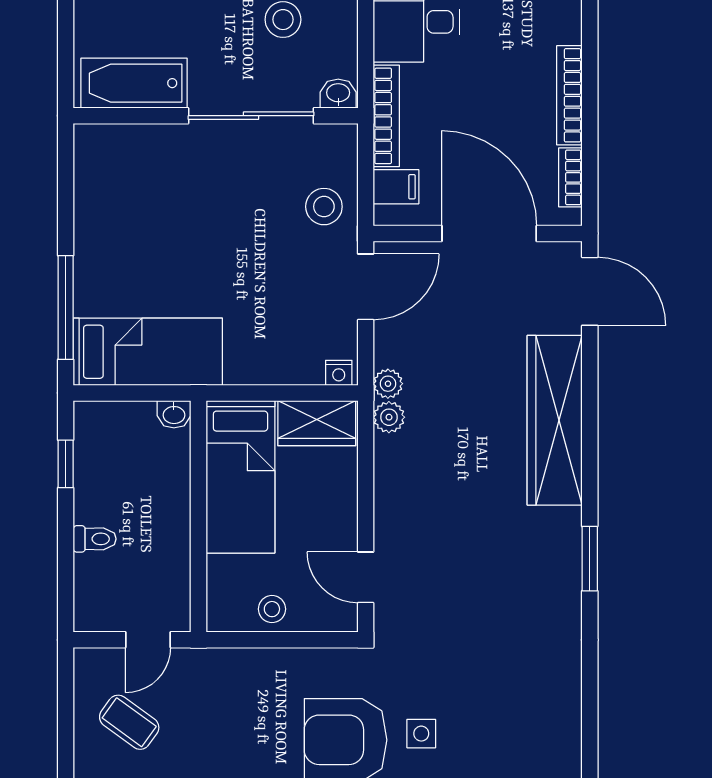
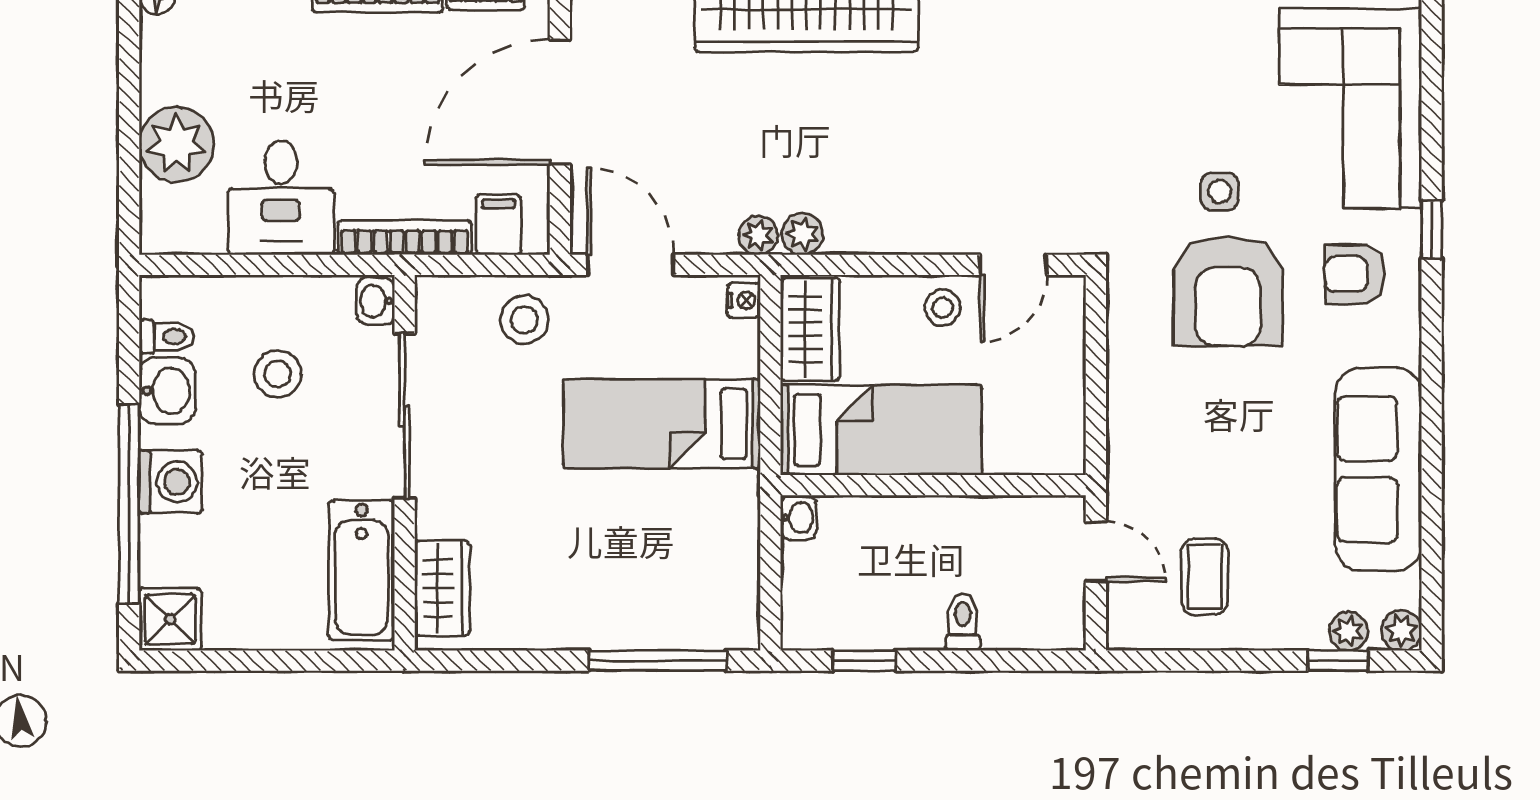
wardrobe: (120, 144) -> (442, 588), added
bed: (148, 352) -> (662, 424), moved, turned -90
stool: (272, 609) -> (943, 308), moved
coffee table: (129, 722) -> (1205, 577), turned -36

